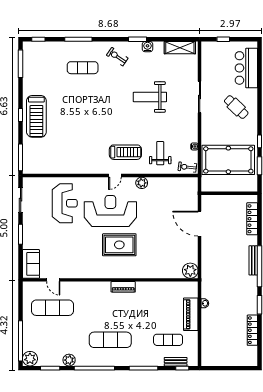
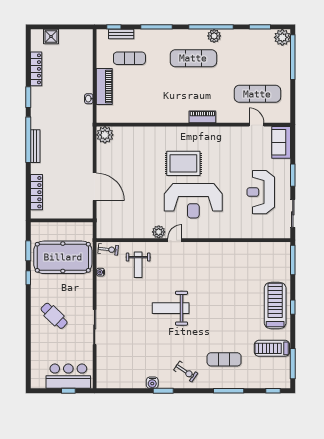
shelving: (180, 48) -> (116, 382), removed
bar counter: (246, 68) -> (68, 376), moved, turned -90
weight bench: (150, 97) -> (171, 308), moved, turned 180
treadmill: (125, 152) -> (272, 348), moved
door: (115, 176) -> (175, 240), moved
reception desk: (65, 203) -> (261, 192), moved
piano: (123, 287) -> (202, 117), moved
shower: (239, 359) -> (51, 37), added
plant: (69, 360) -> (214, 36), moved

